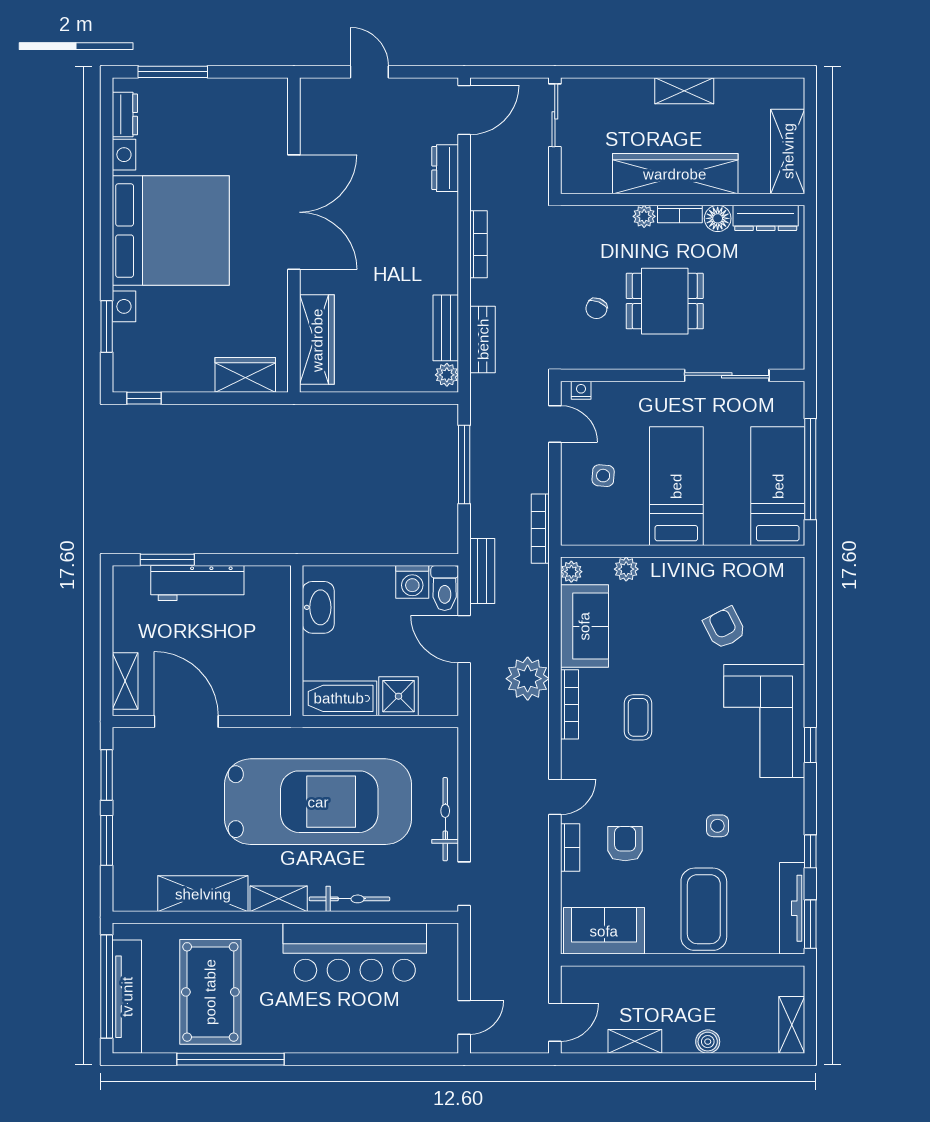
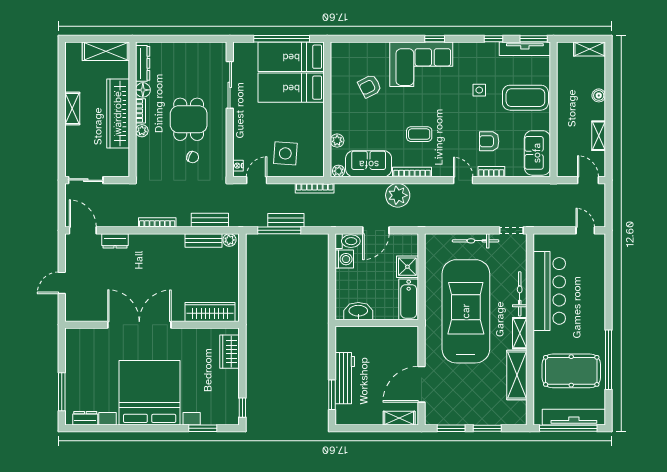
side table: (603, 476) -> (285, 153), width x1.87, depth x1.87
bed: (676, 486) -> (291, 88), moved
bench: (482, 571) -> (286, 220), moved

